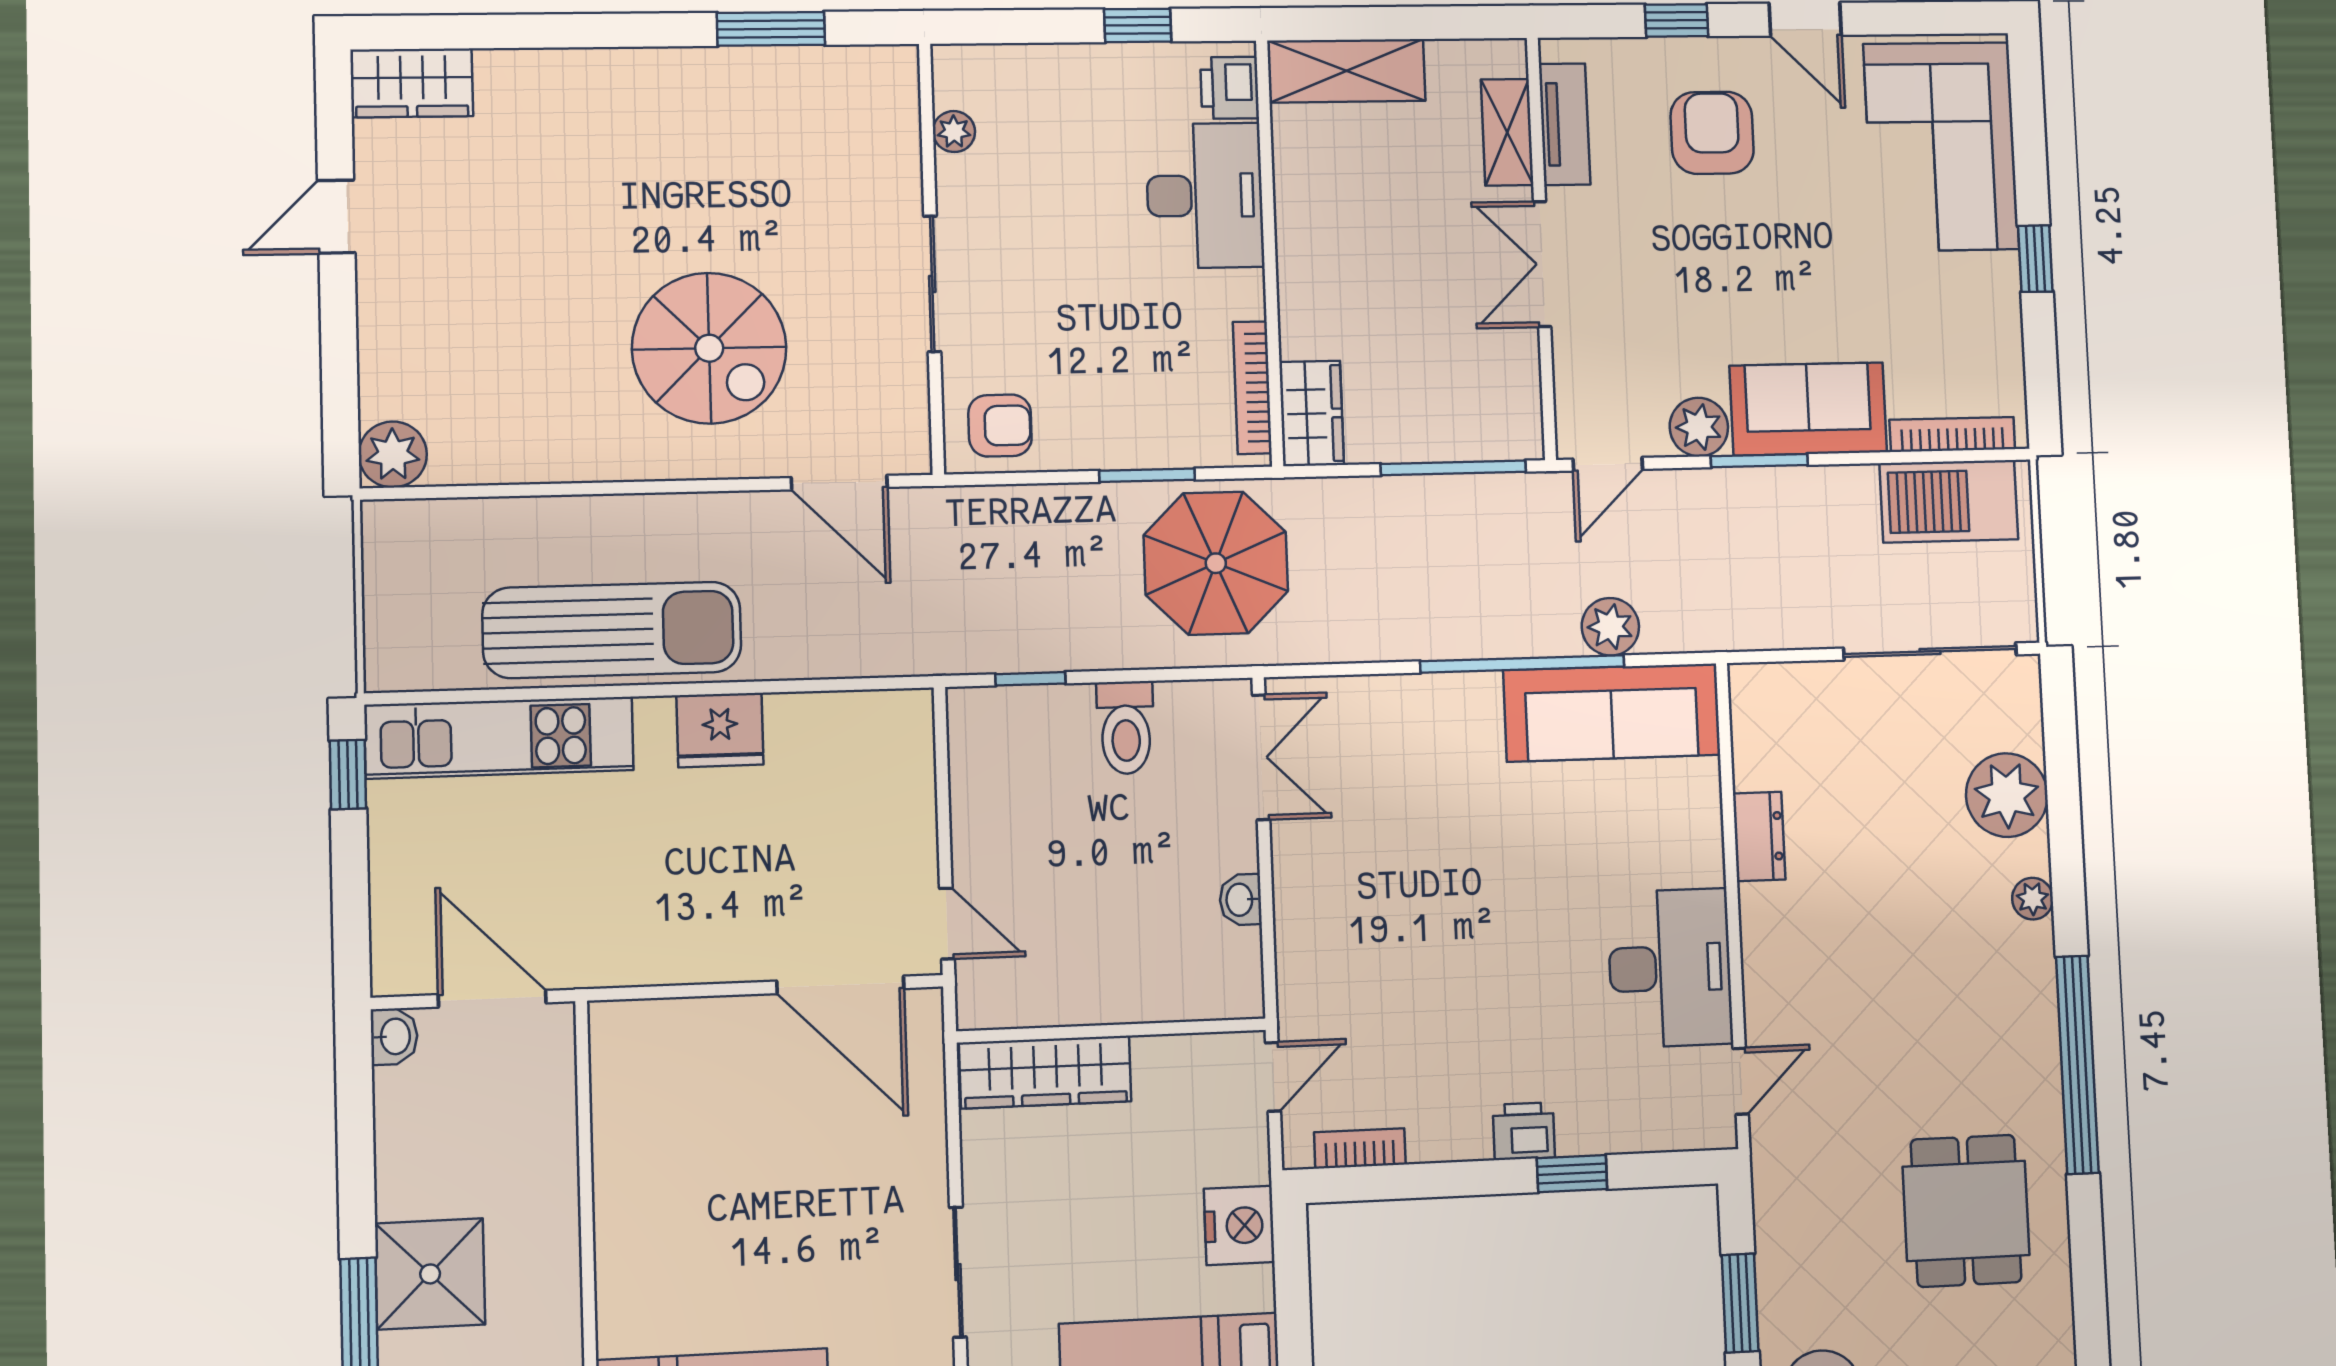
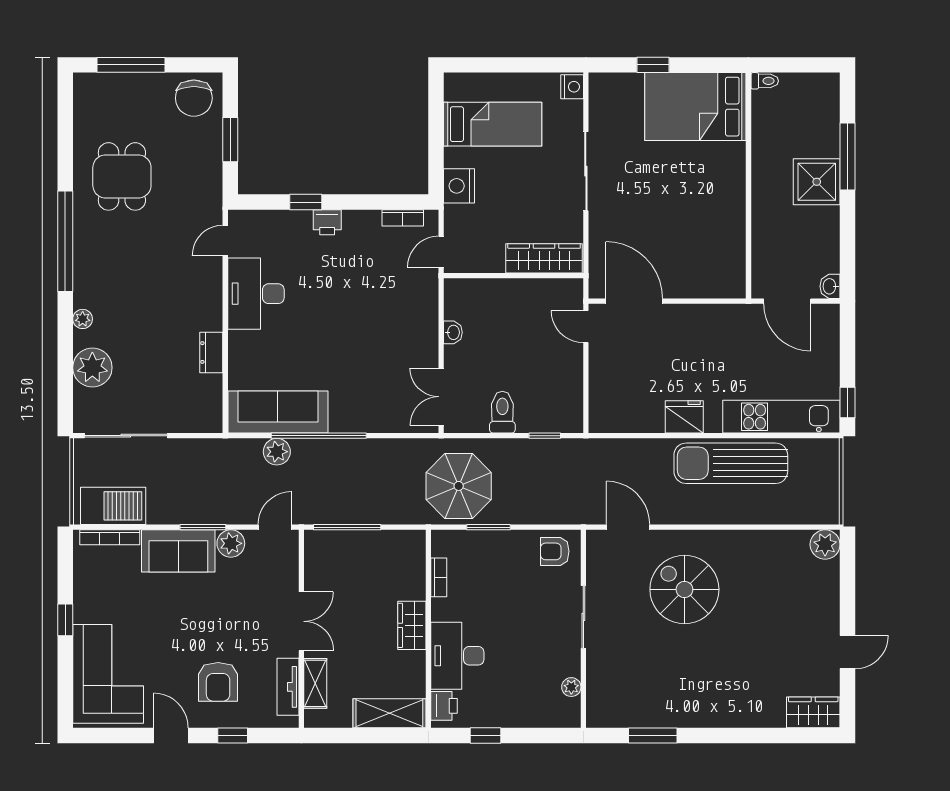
bookcase: (1252, 388) -> (439, 577), width x0.64
wardrobe: (1312, 413) -> (412, 625), moved
sliding door: (958, 1272) -> (586, 171), width x1.37

